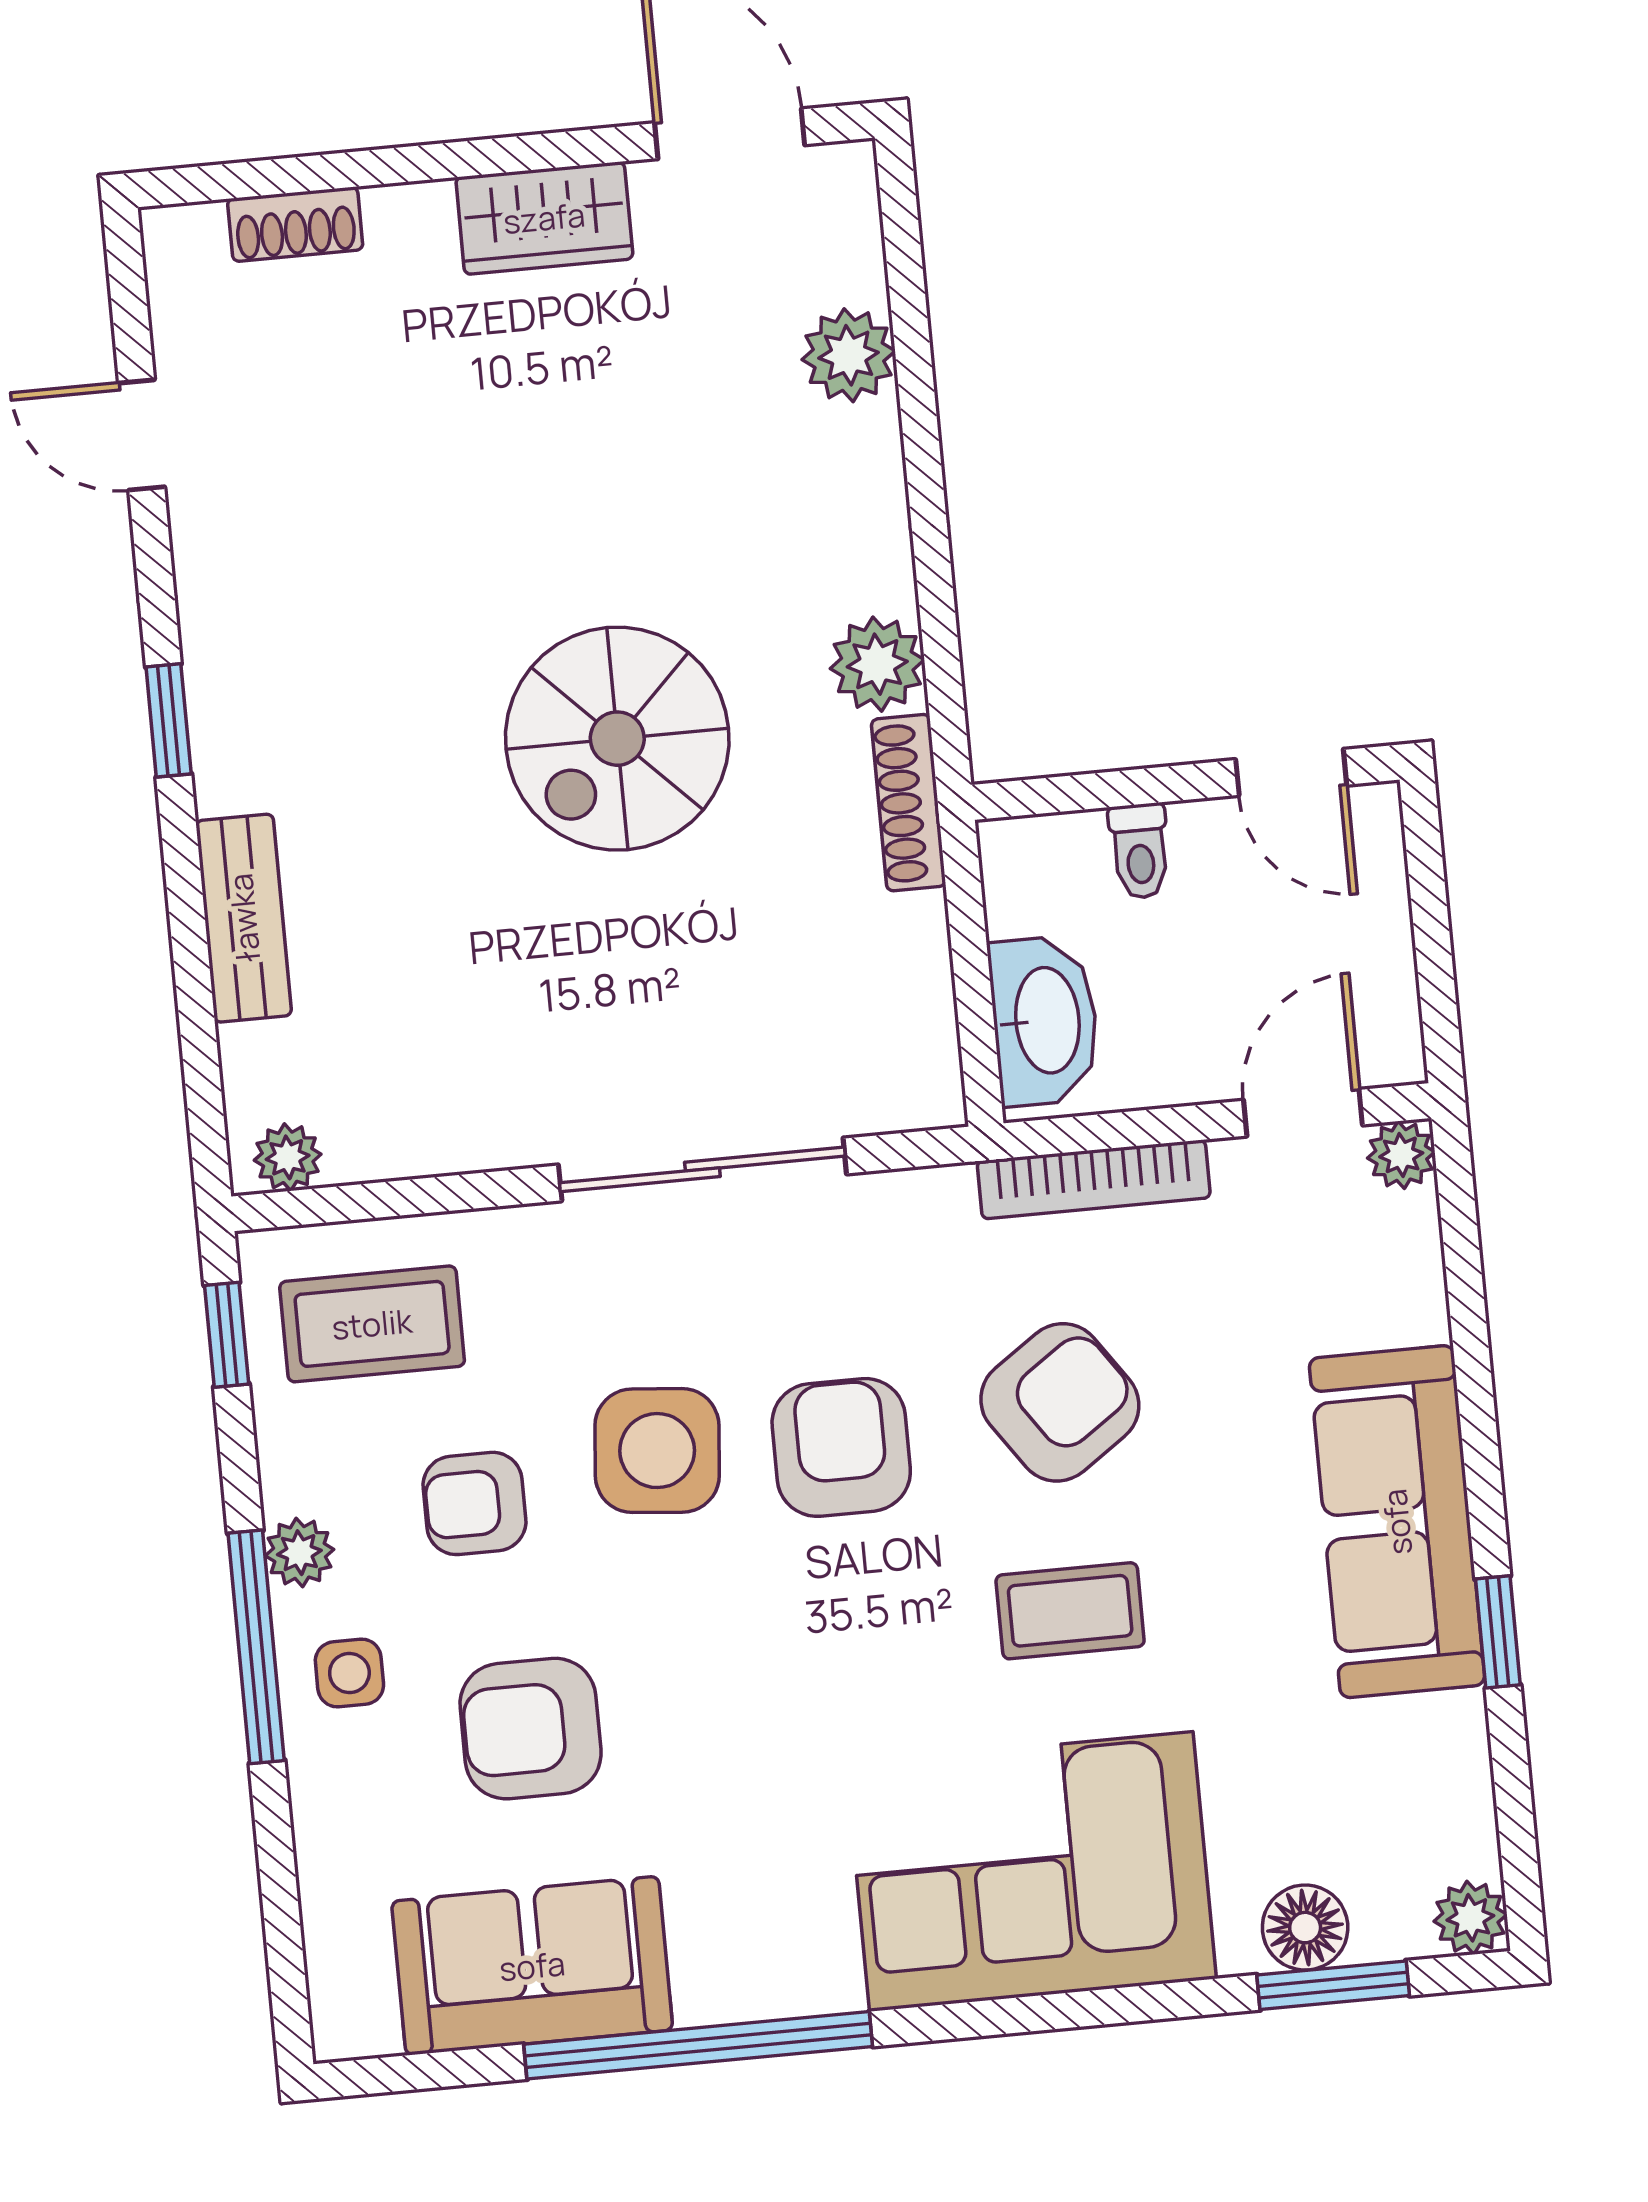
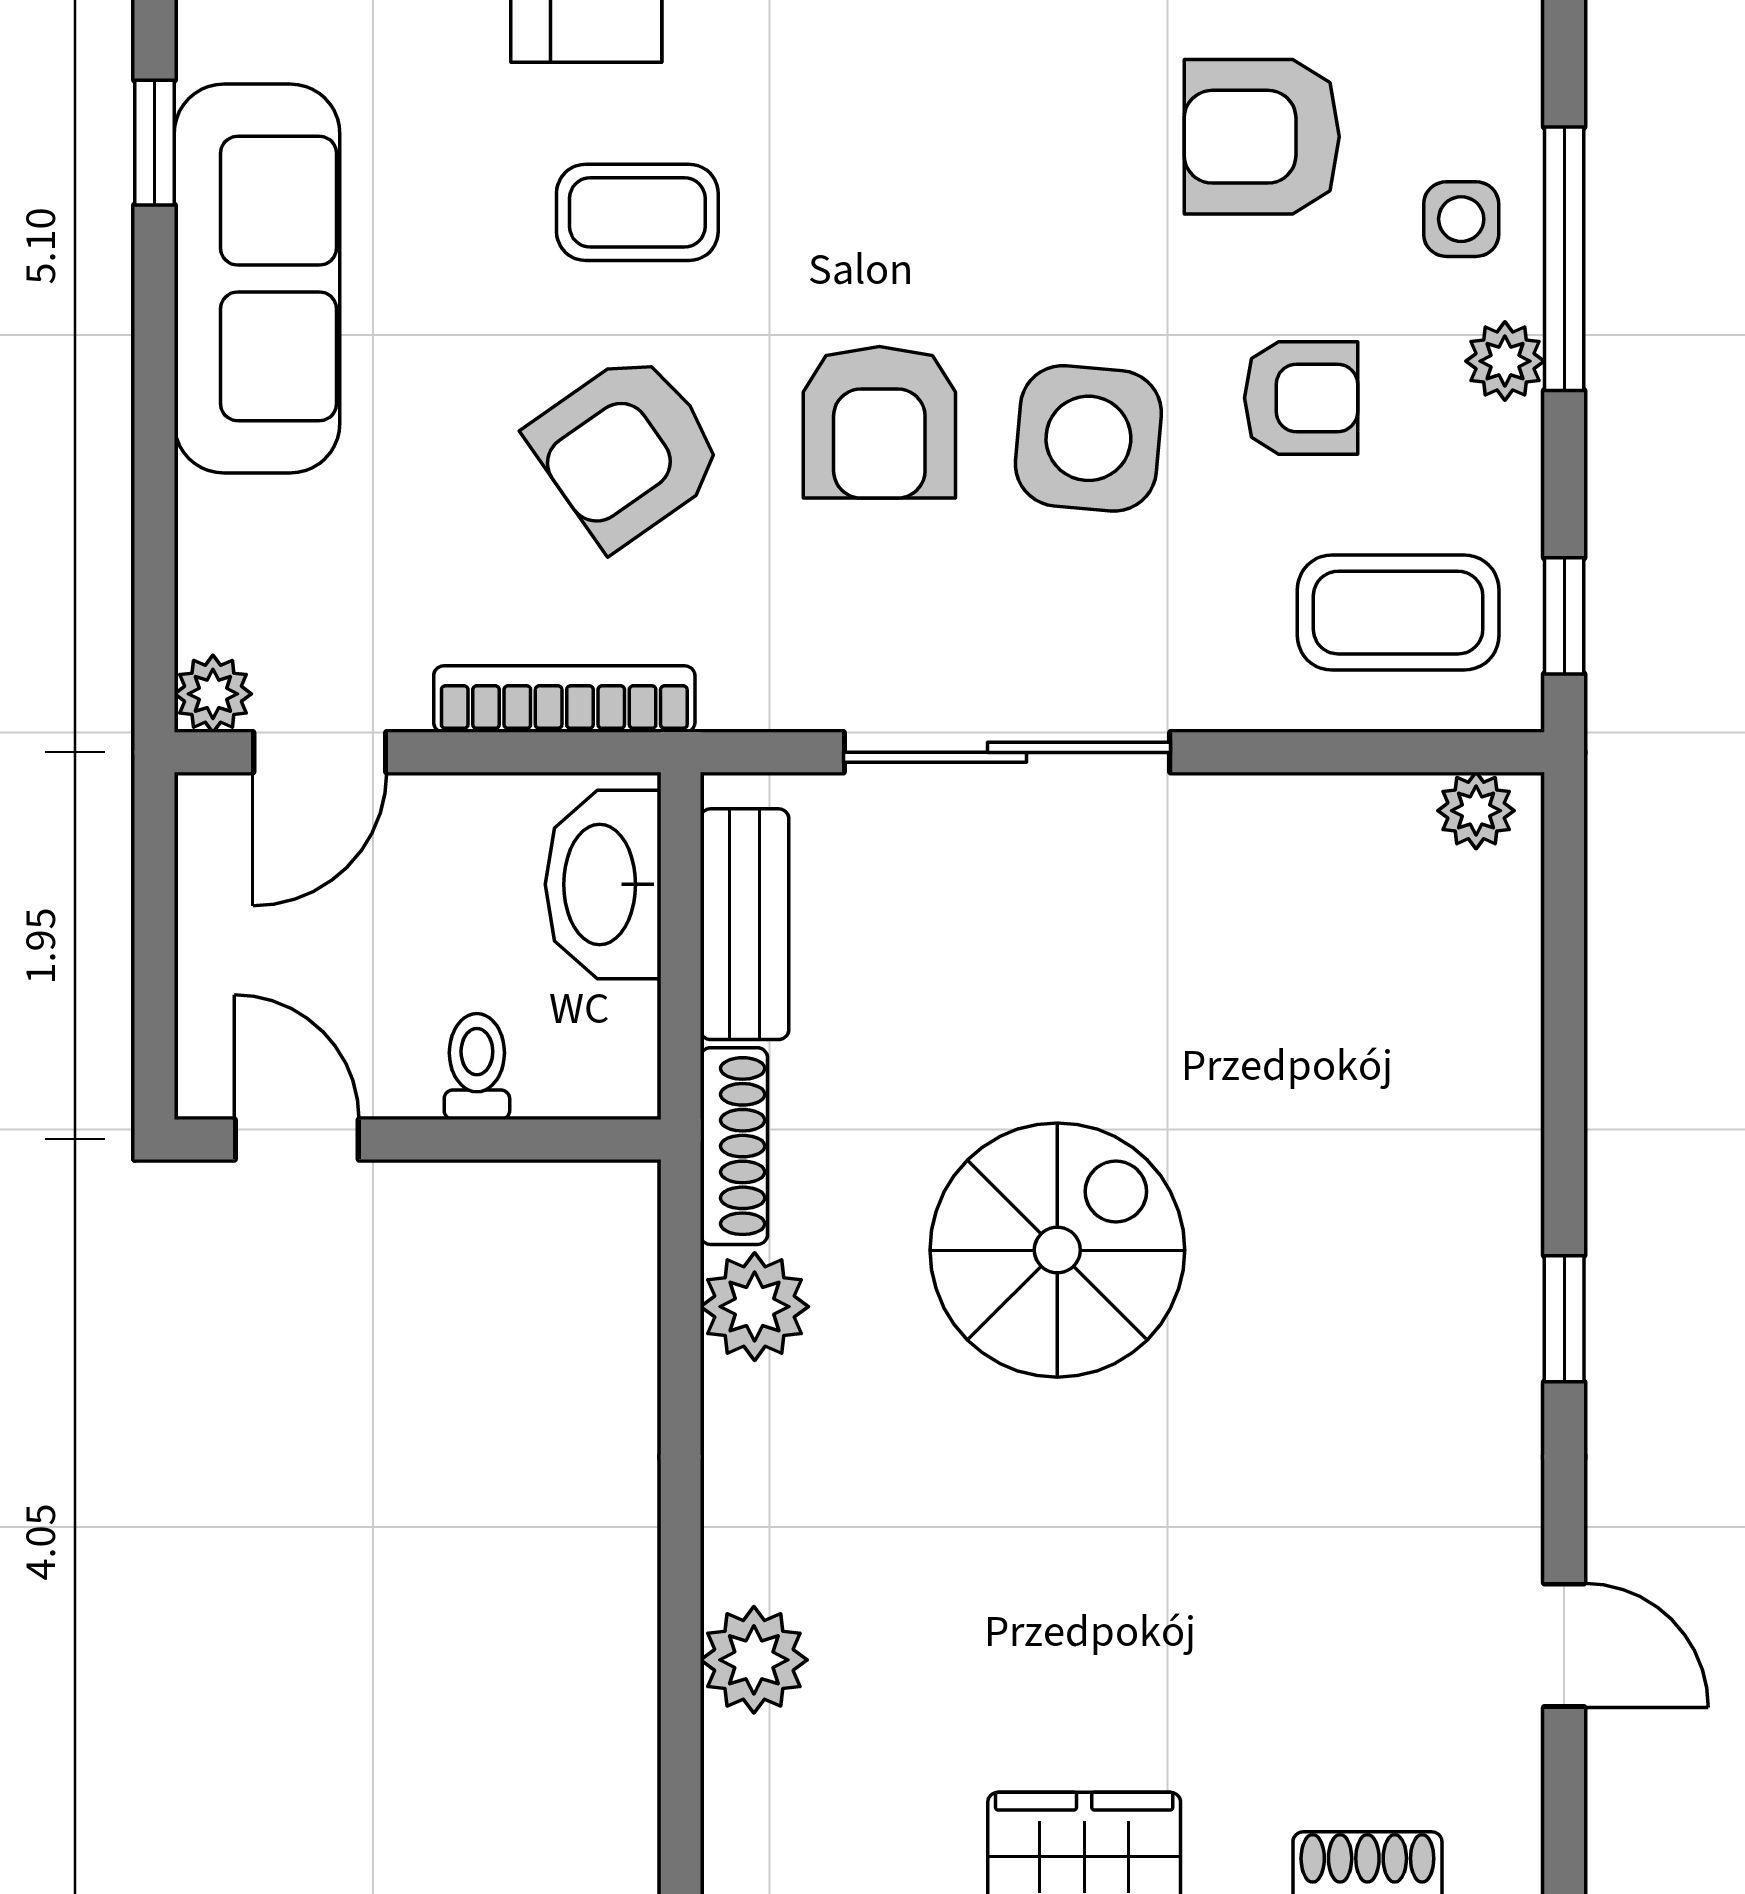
bench: (244, 918) -> (745, 924), moved
armchair: (531, 1729) -> (1262, 137), turned 180

